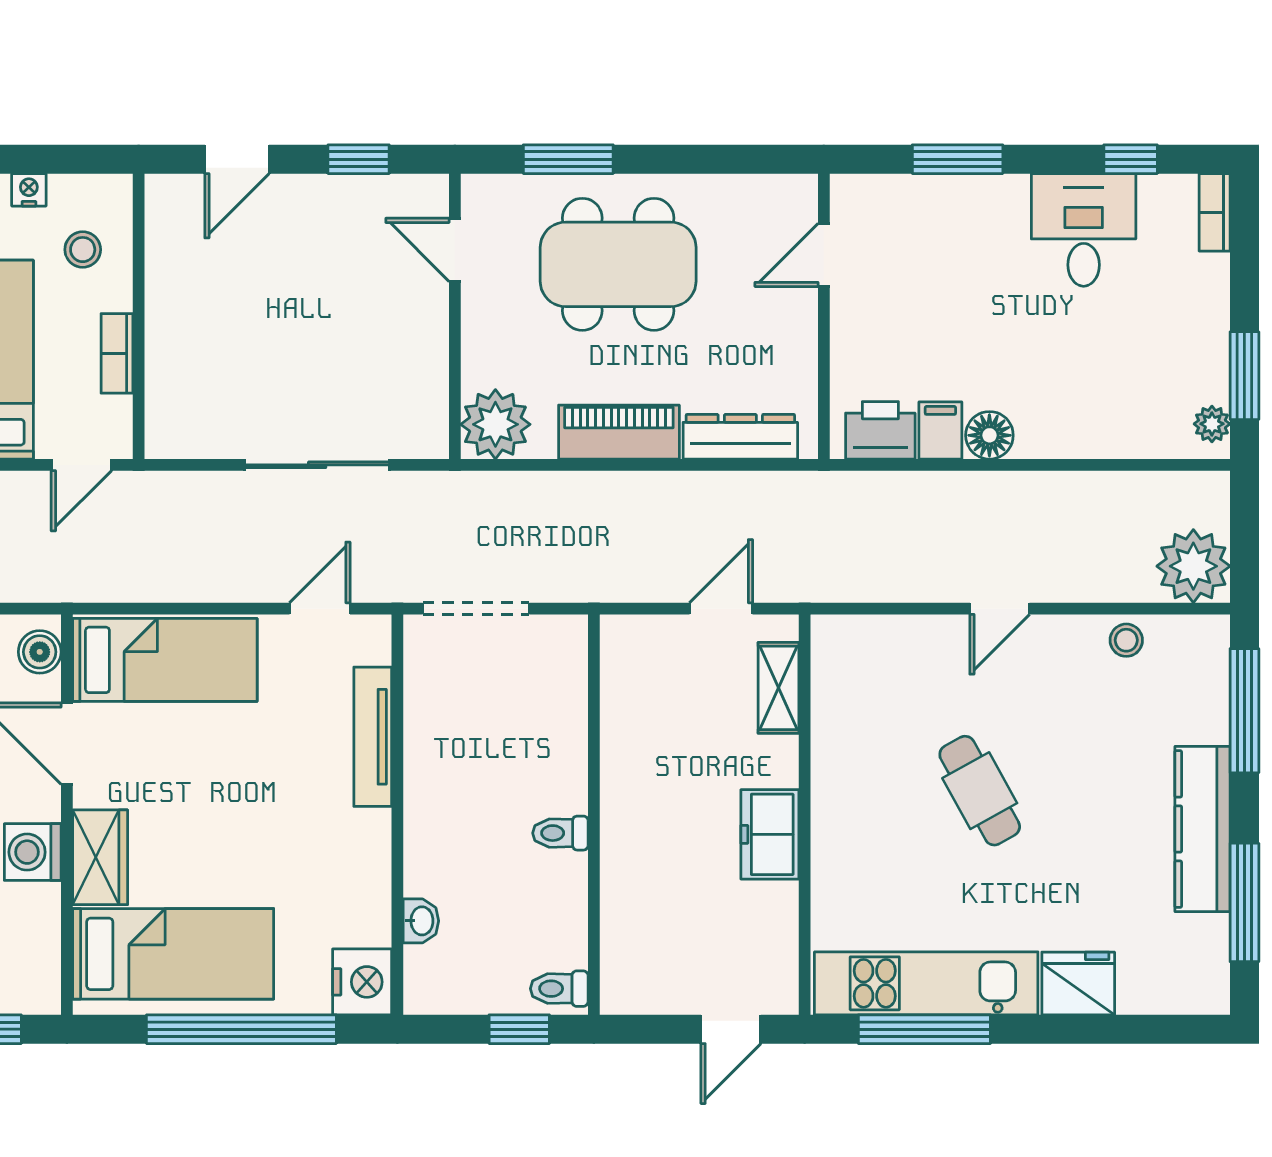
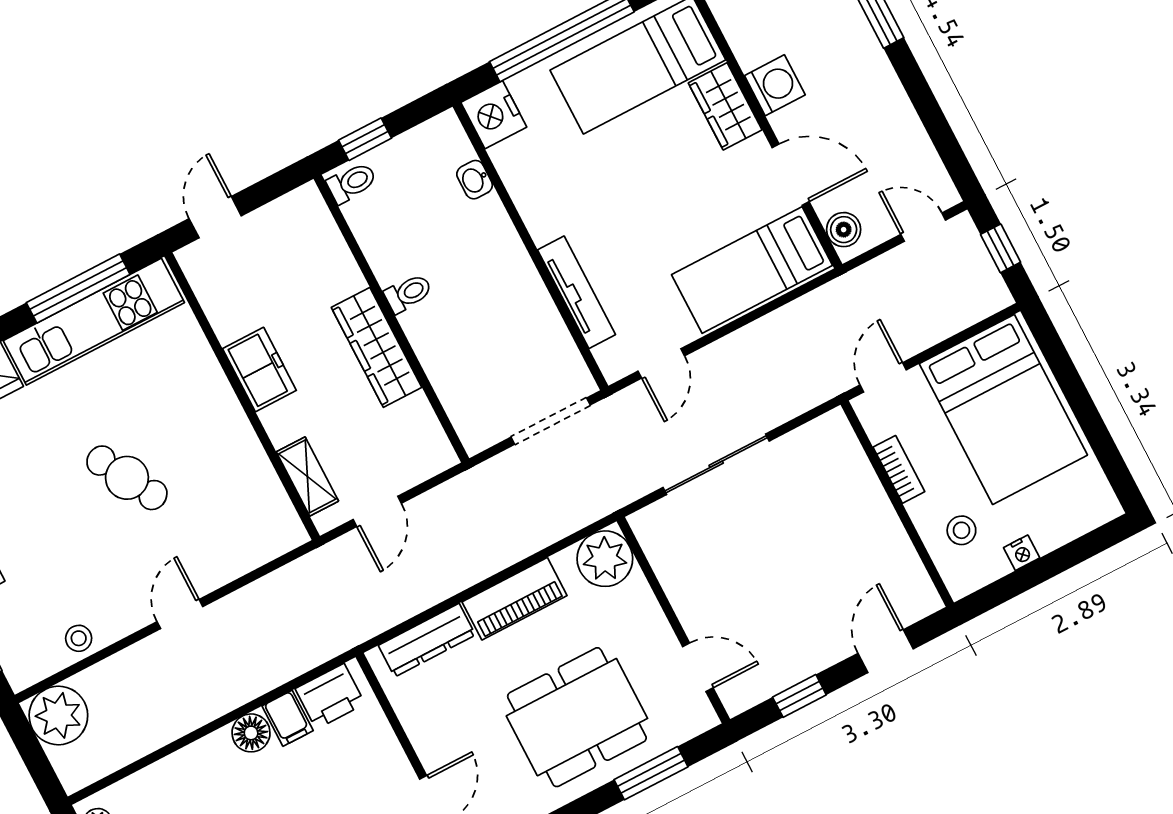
wardrobe: (627, 791) -> (377, 347), added

